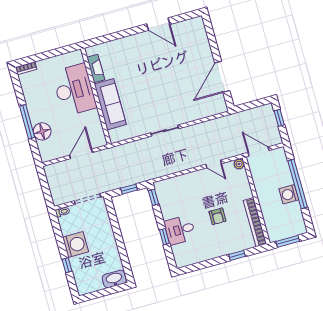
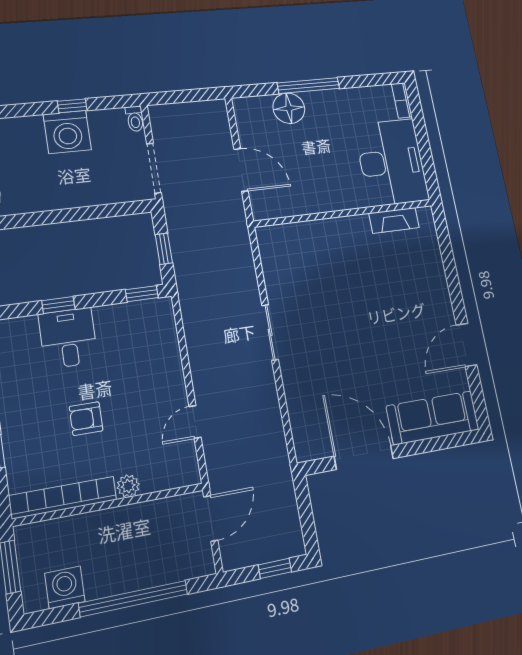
desk: (74, 90) -> (391, 162), moved, turned -90
sofa: (110, 104) -> (433, 418), moved, turned 180
plant: (239, 164) -> (128, 486), moved
washing machine: (289, 194) -> (65, 587), moved
window: (67, 265) -> (72, 106), moved

